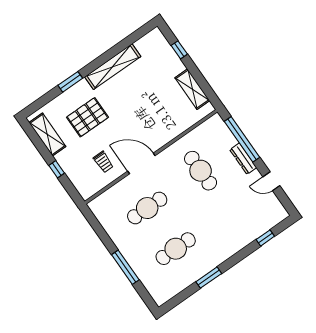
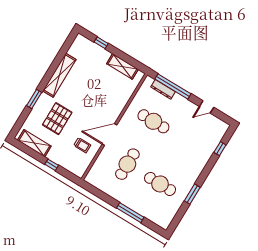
dresser: (243, 159) -> (163, 89), moved
cafe table: (176, 249) -> (160, 184), turned 90

